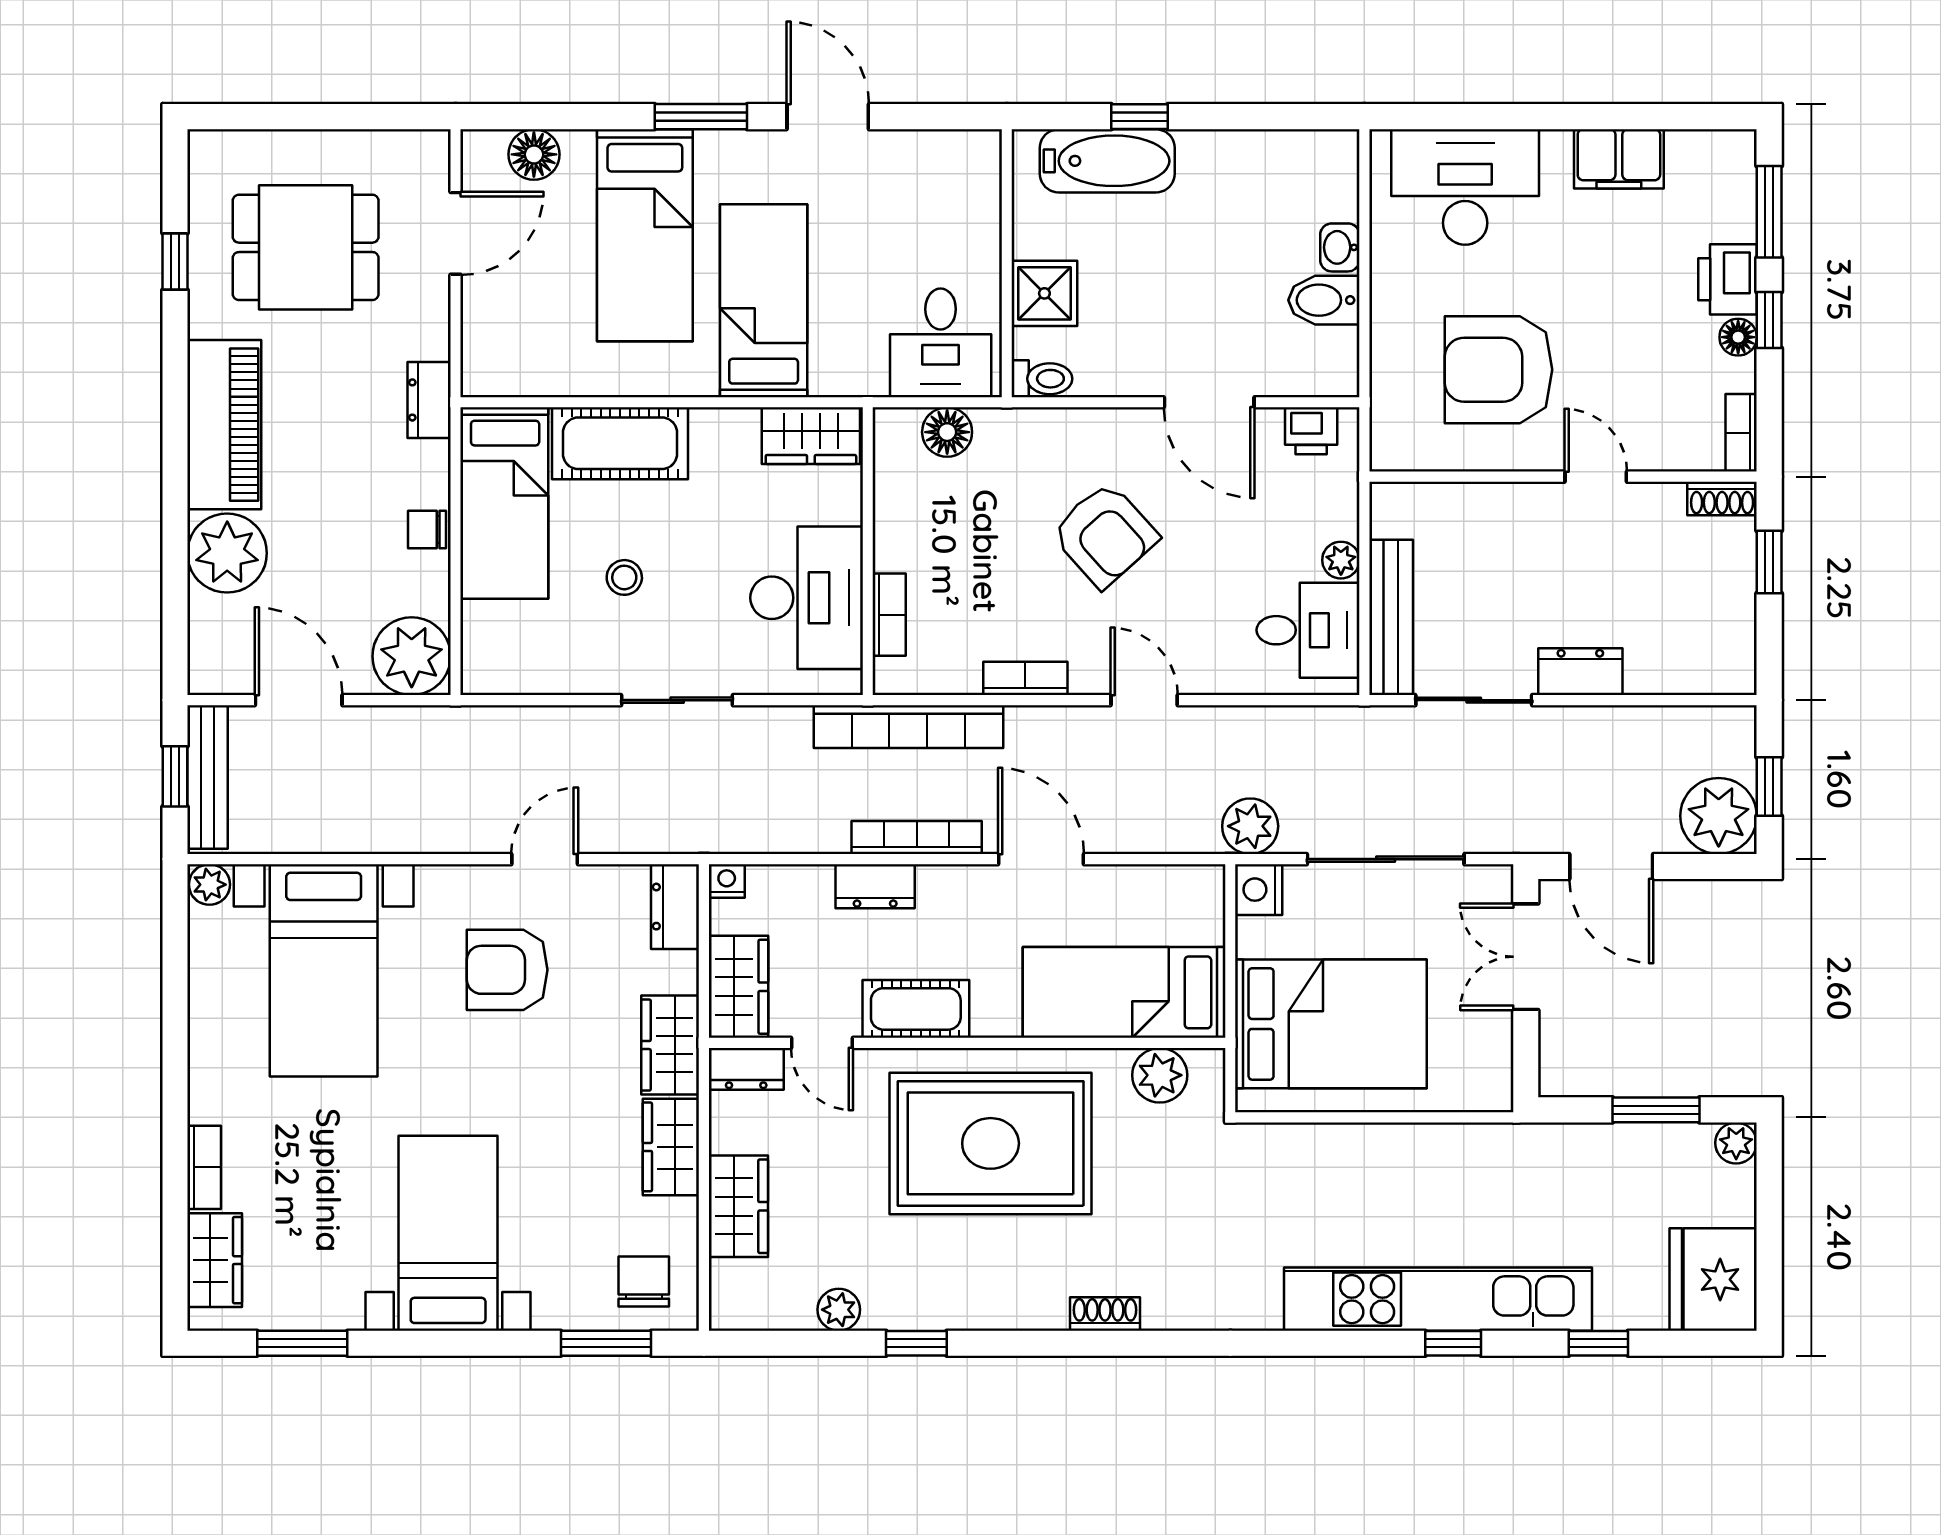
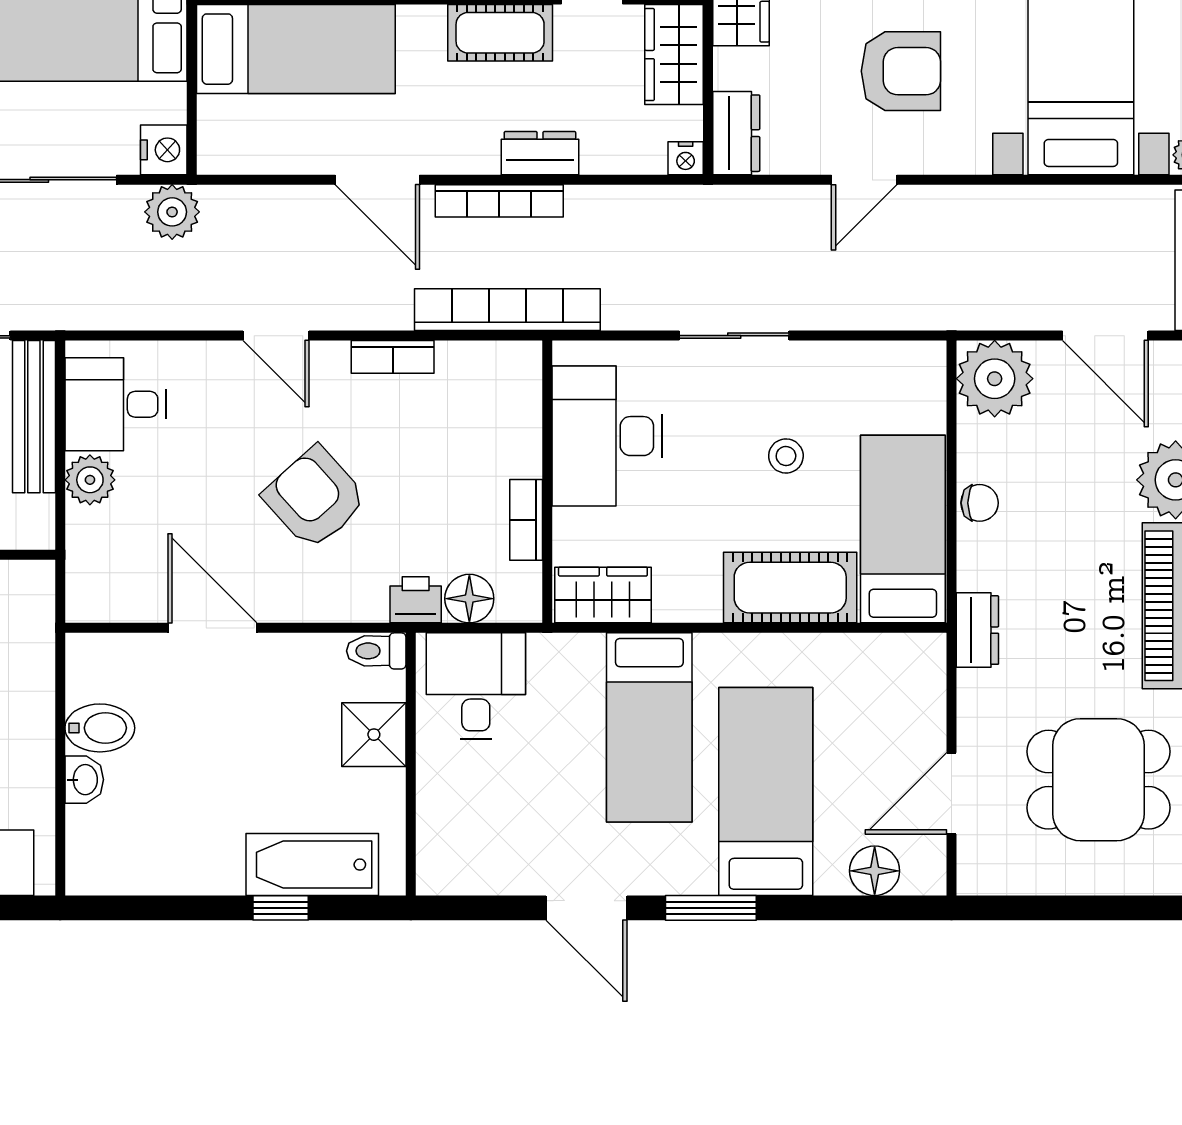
printer: (1311, 431) -> (416, 600), moved
plant: (1341, 560) -> (90, 480), width x1.38, depth x1.38
bookcase: (889, 615) -> (526, 520), moved

